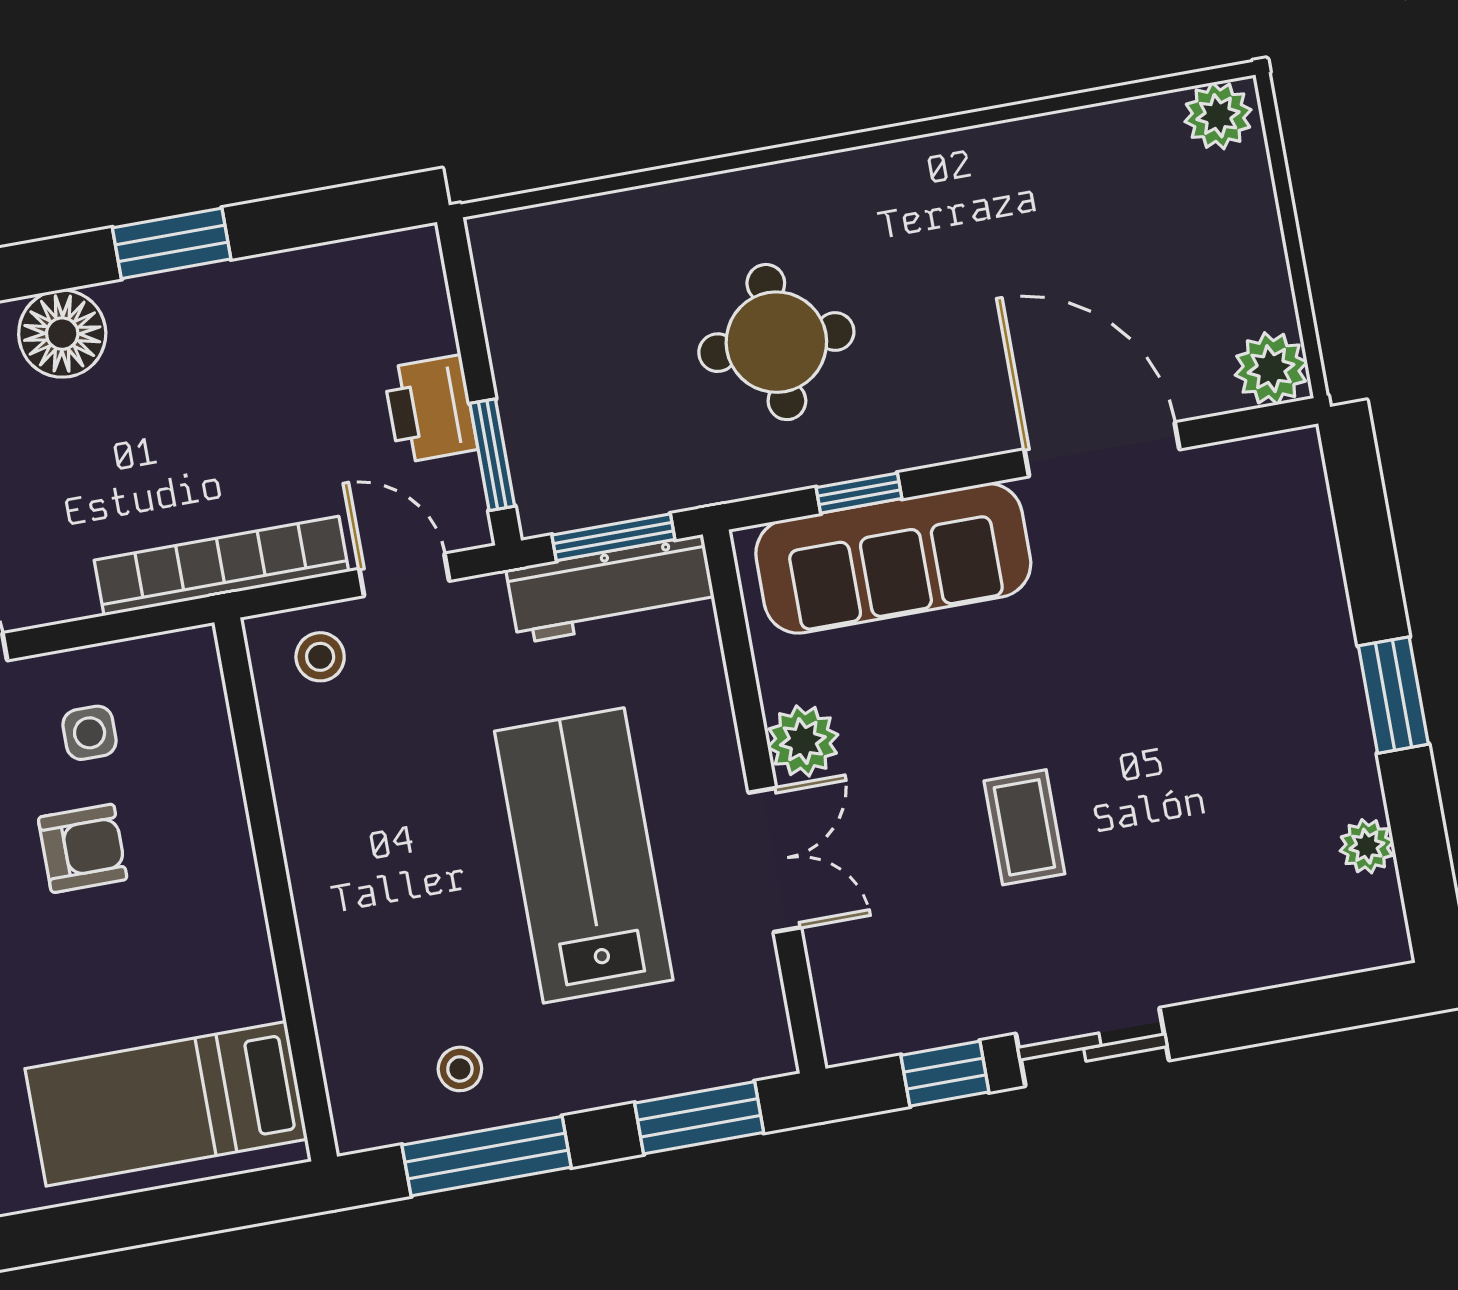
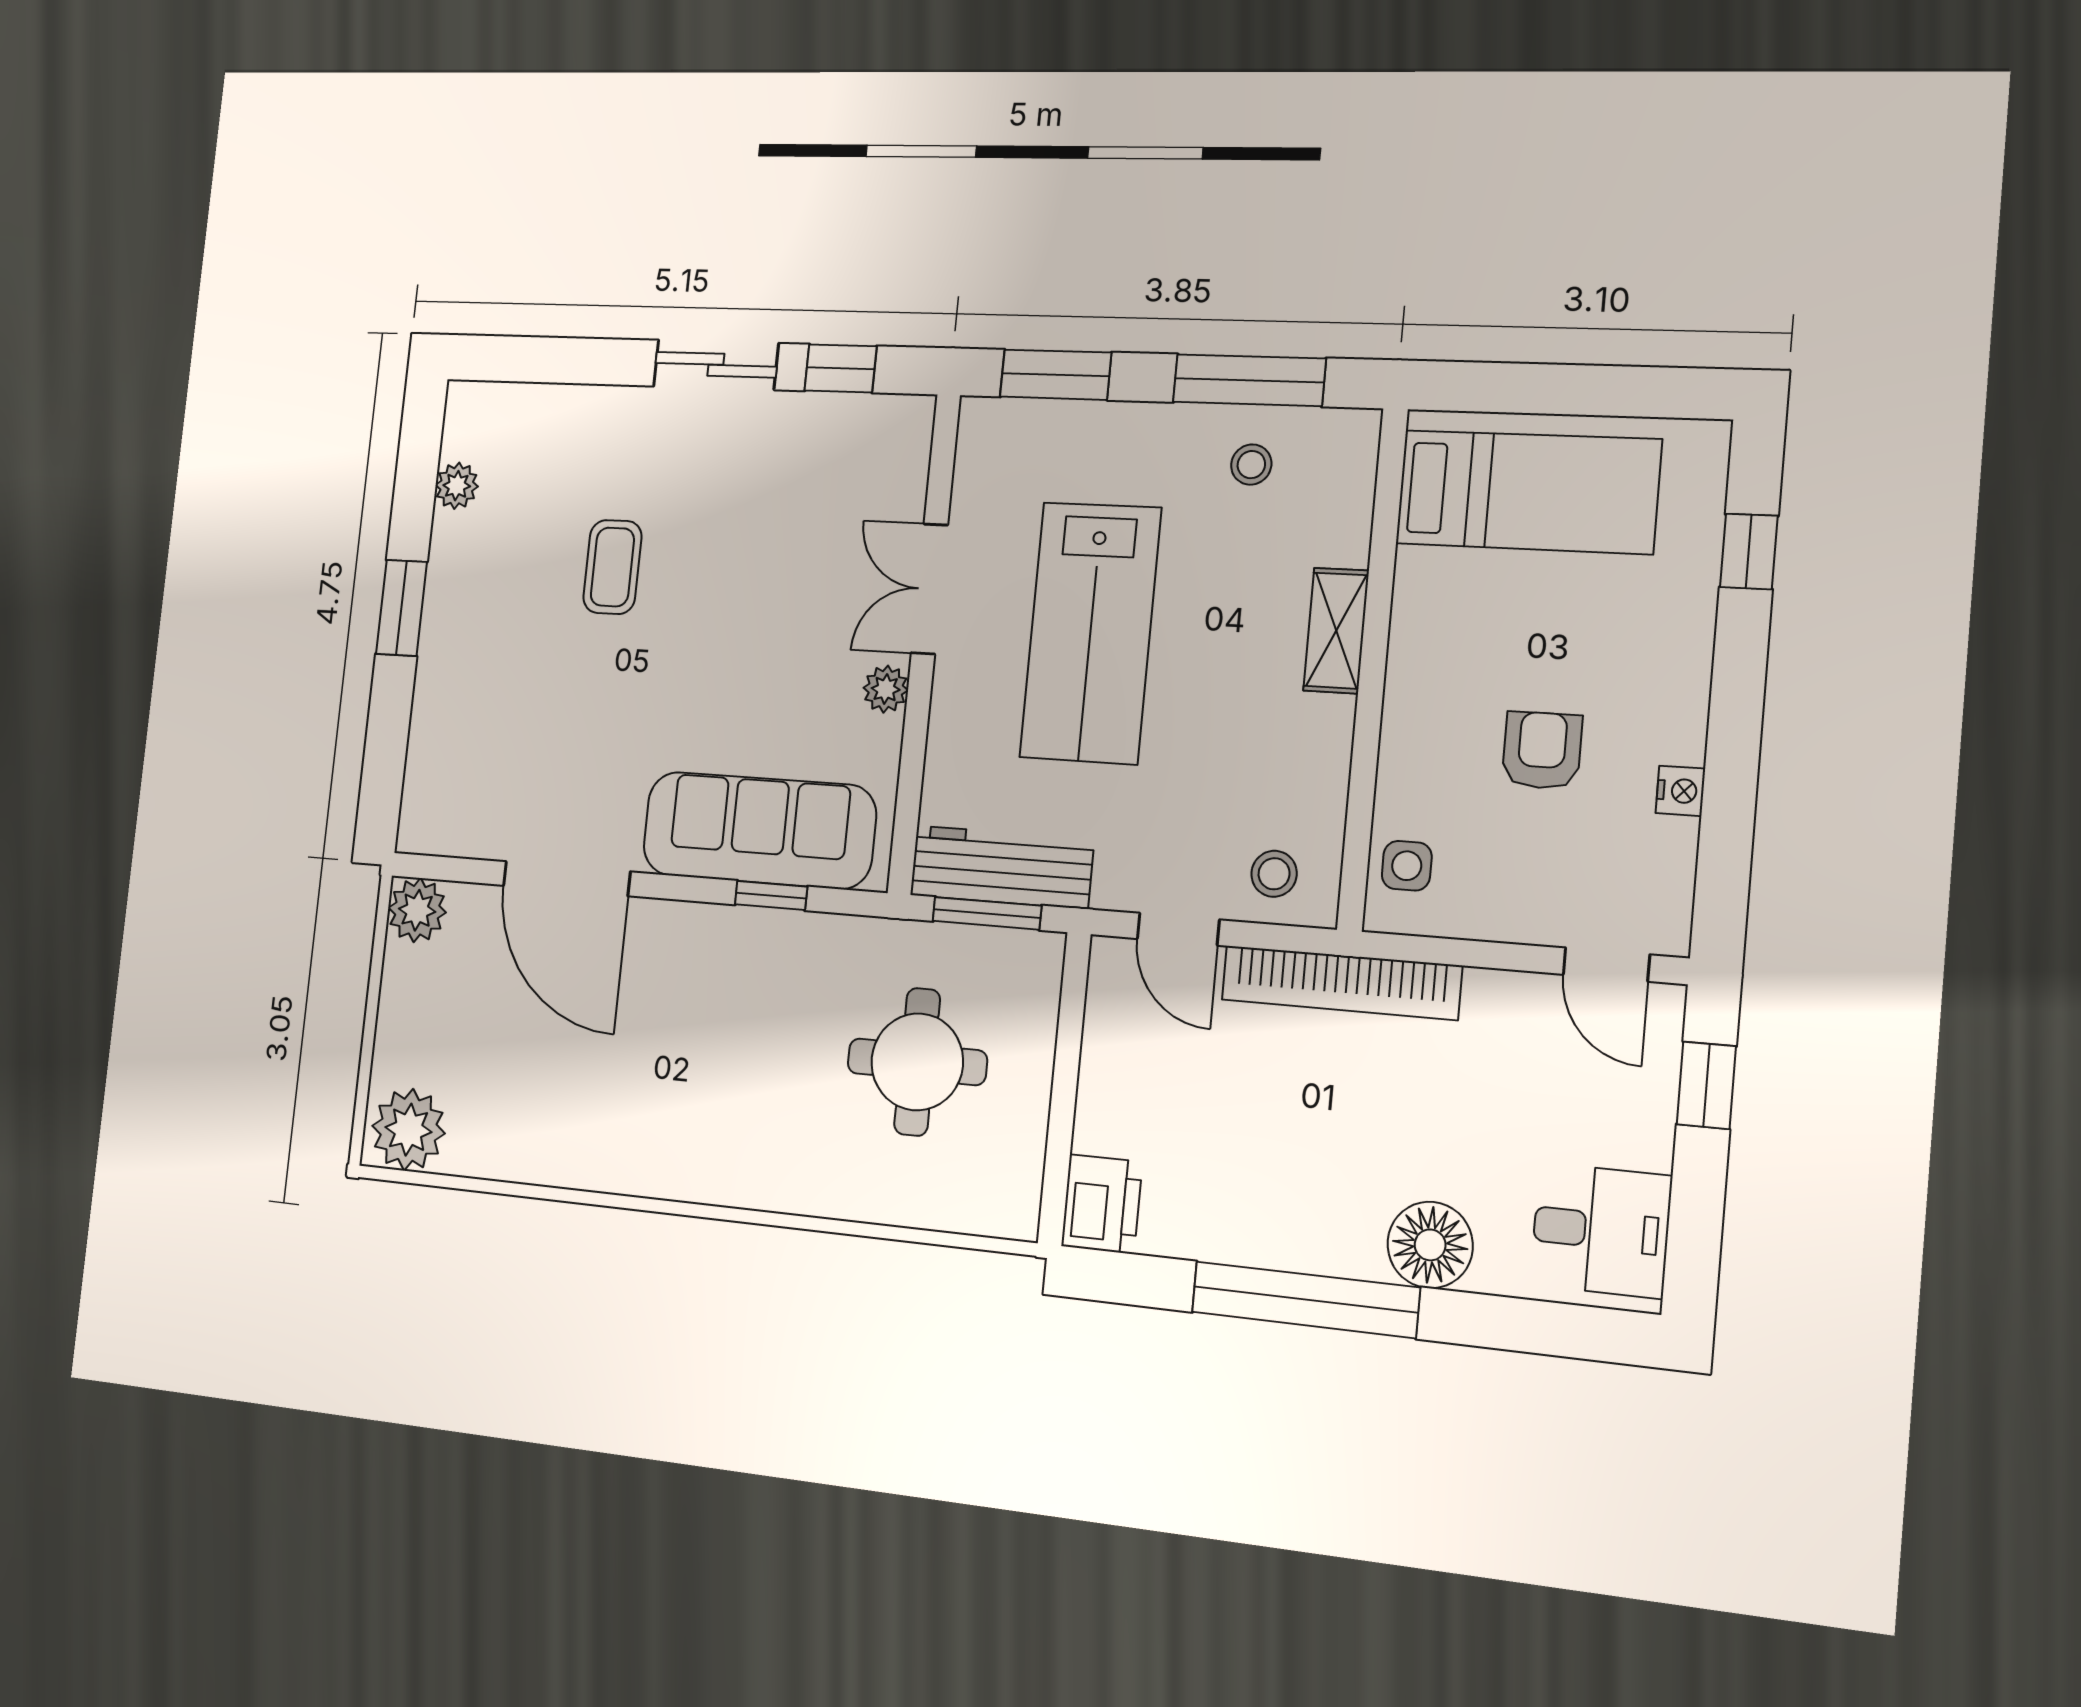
plant: (1218, 116) -> (409, 1130), width x1.36, depth x1.36
window: (172, 243) -> (1305, 1300), width x2.11
round table: (776, 342) -> (917, 1062), moved
printer: (430, 409) -> (1102, 1204), moved
window: (492, 455) -> (1071, 1018), removed
side table: (90, 733) -> (1407, 866), moved
plant: (803, 741) -> (886, 689), width x0.73, depth x0.73
coffee table: (1024, 827) -> (612, 567), moved
armchair: (83, 848) -> (1542, 750), turned 90
shelving: (324, 919) -> (1336, 631), added

